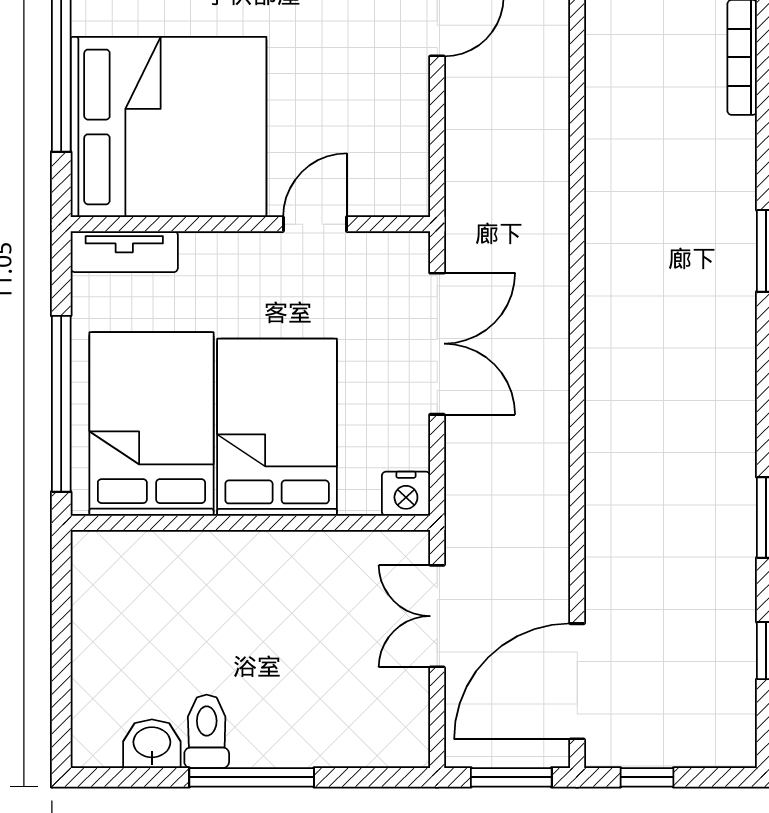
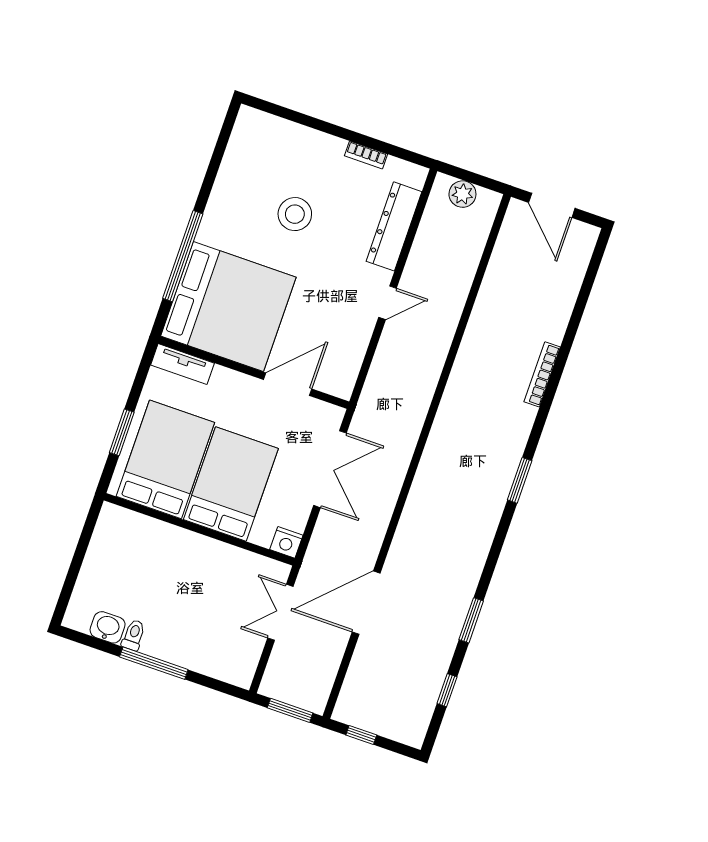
door: (315, 224) -> (288, 384), width x1.38
window: (61, 404) -> (122, 432), width x0.47
door: (577, 681) -> (366, 603), moved
toilet: (207, 731) -> (134, 635), width x0.73, depth x0.72

